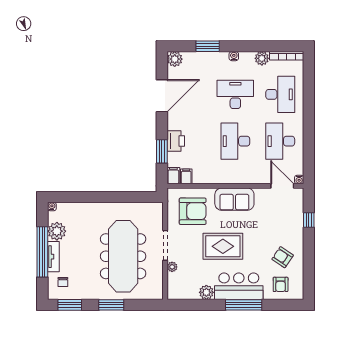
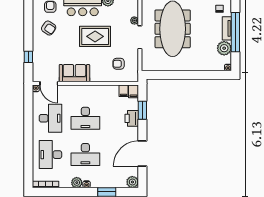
plant: (262, 58) -> (77, 183), moved
desk: (235, 141) -> (85, 118), turned 90
sofa: (234, 199) -> (74, 73), moved
armchair: (193, 211) -> (119, 64), width x0.53, depth x0.53

